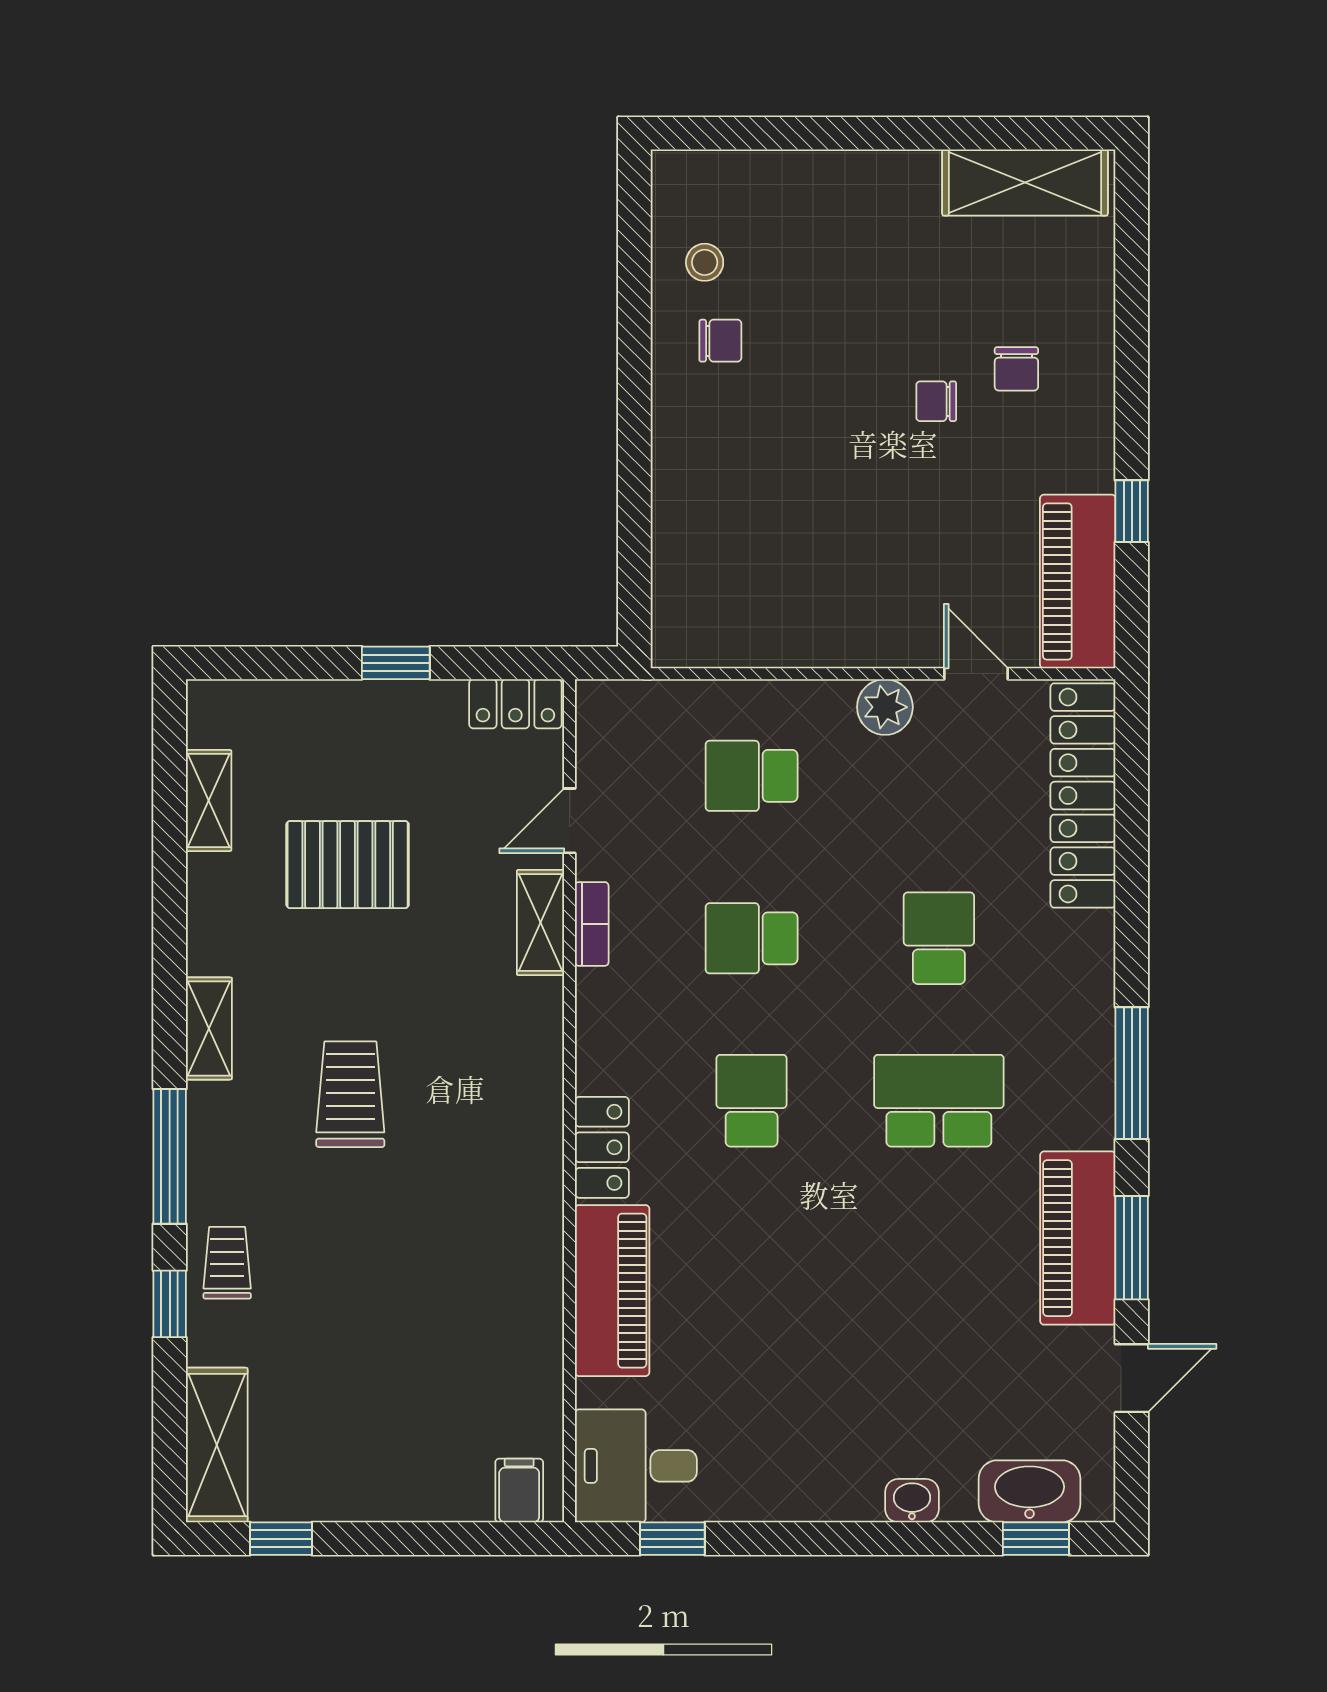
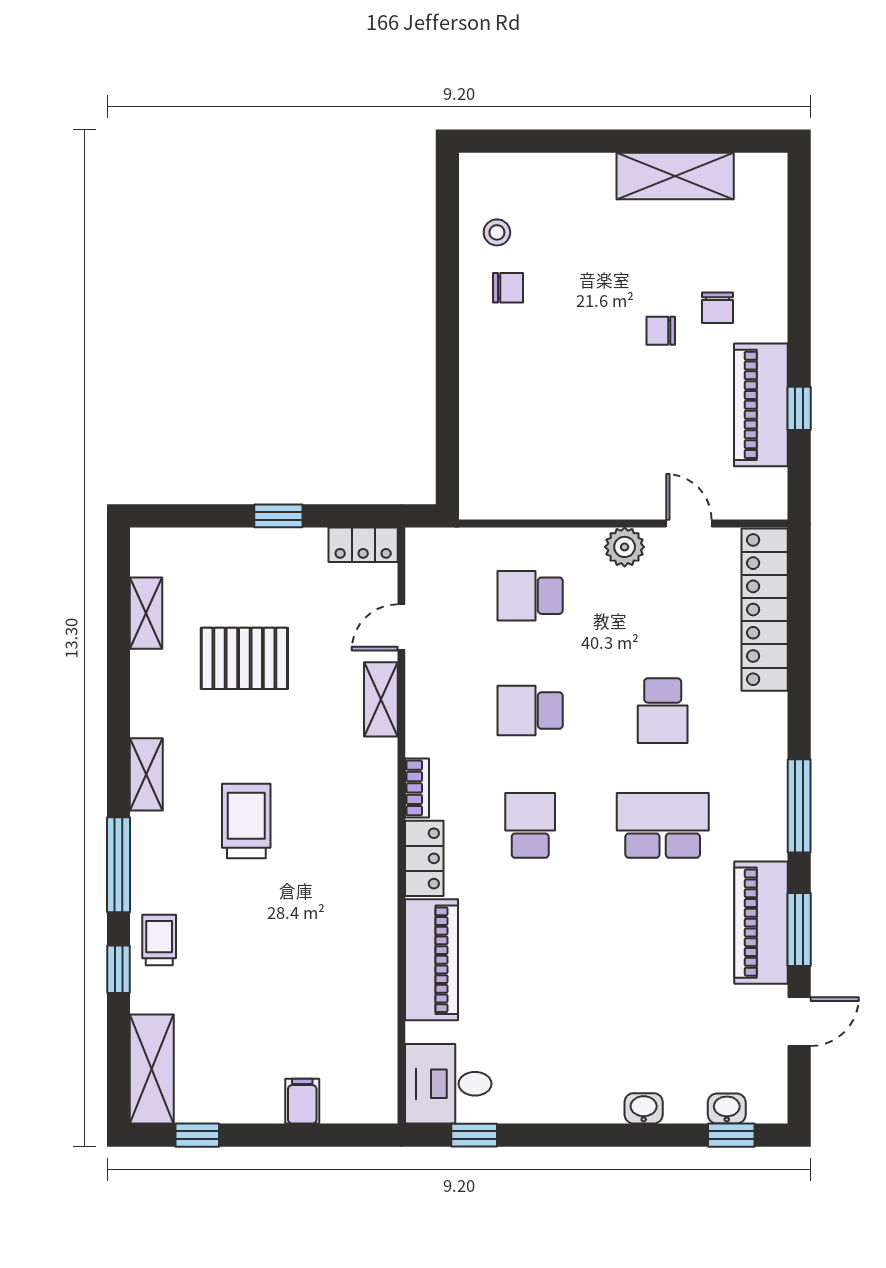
shelving: (1025, 183) -> (675, 176), moved
piano: (1078, 581) -> (761, 405), moved
bookcase: (592, 924) -> (417, 788), moved
school desk: (939, 938) -> (663, 711), turned 180
filing cabinet: (519, 1491) -> (302, 1101), moved
washbasin: (1030, 1491) -> (727, 1109), width x0.52, depth x0.69

